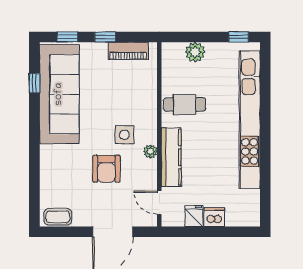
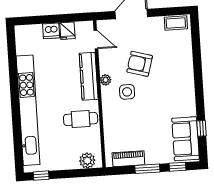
window: (105, 37) -> (147, 169), width x1.50
plant: (195, 52) -> (87, 161), moved
sofa: (59, 94) -> (186, 139), width x0.54, depth x0.79
armchair: (106, 169) -> (140, 64), turned -74

